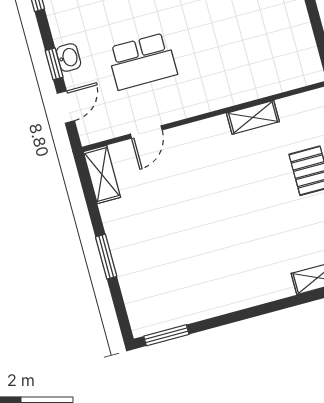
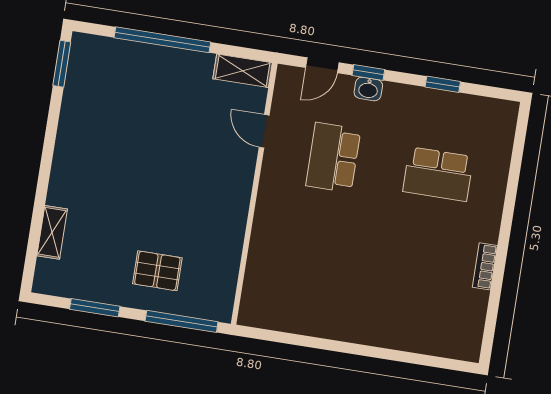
door: (66, 107) -> (322, 65), hinge flipped
shelving: (253, 117) -> (233, 239), removed
window: (106, 257) -> (162, 40), width x2.11

